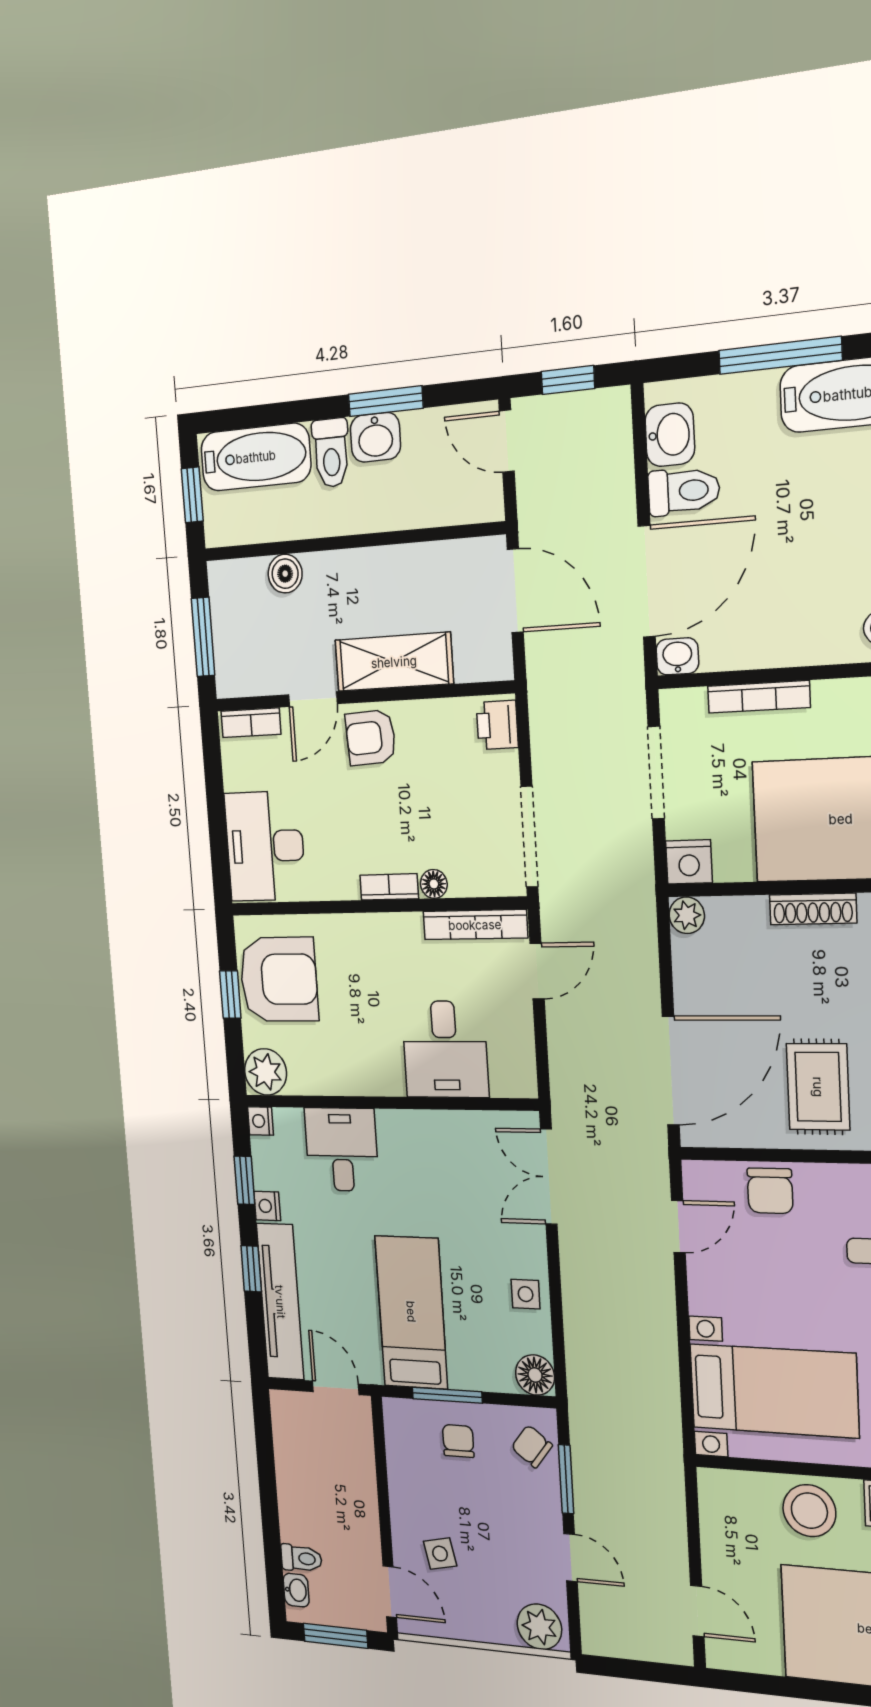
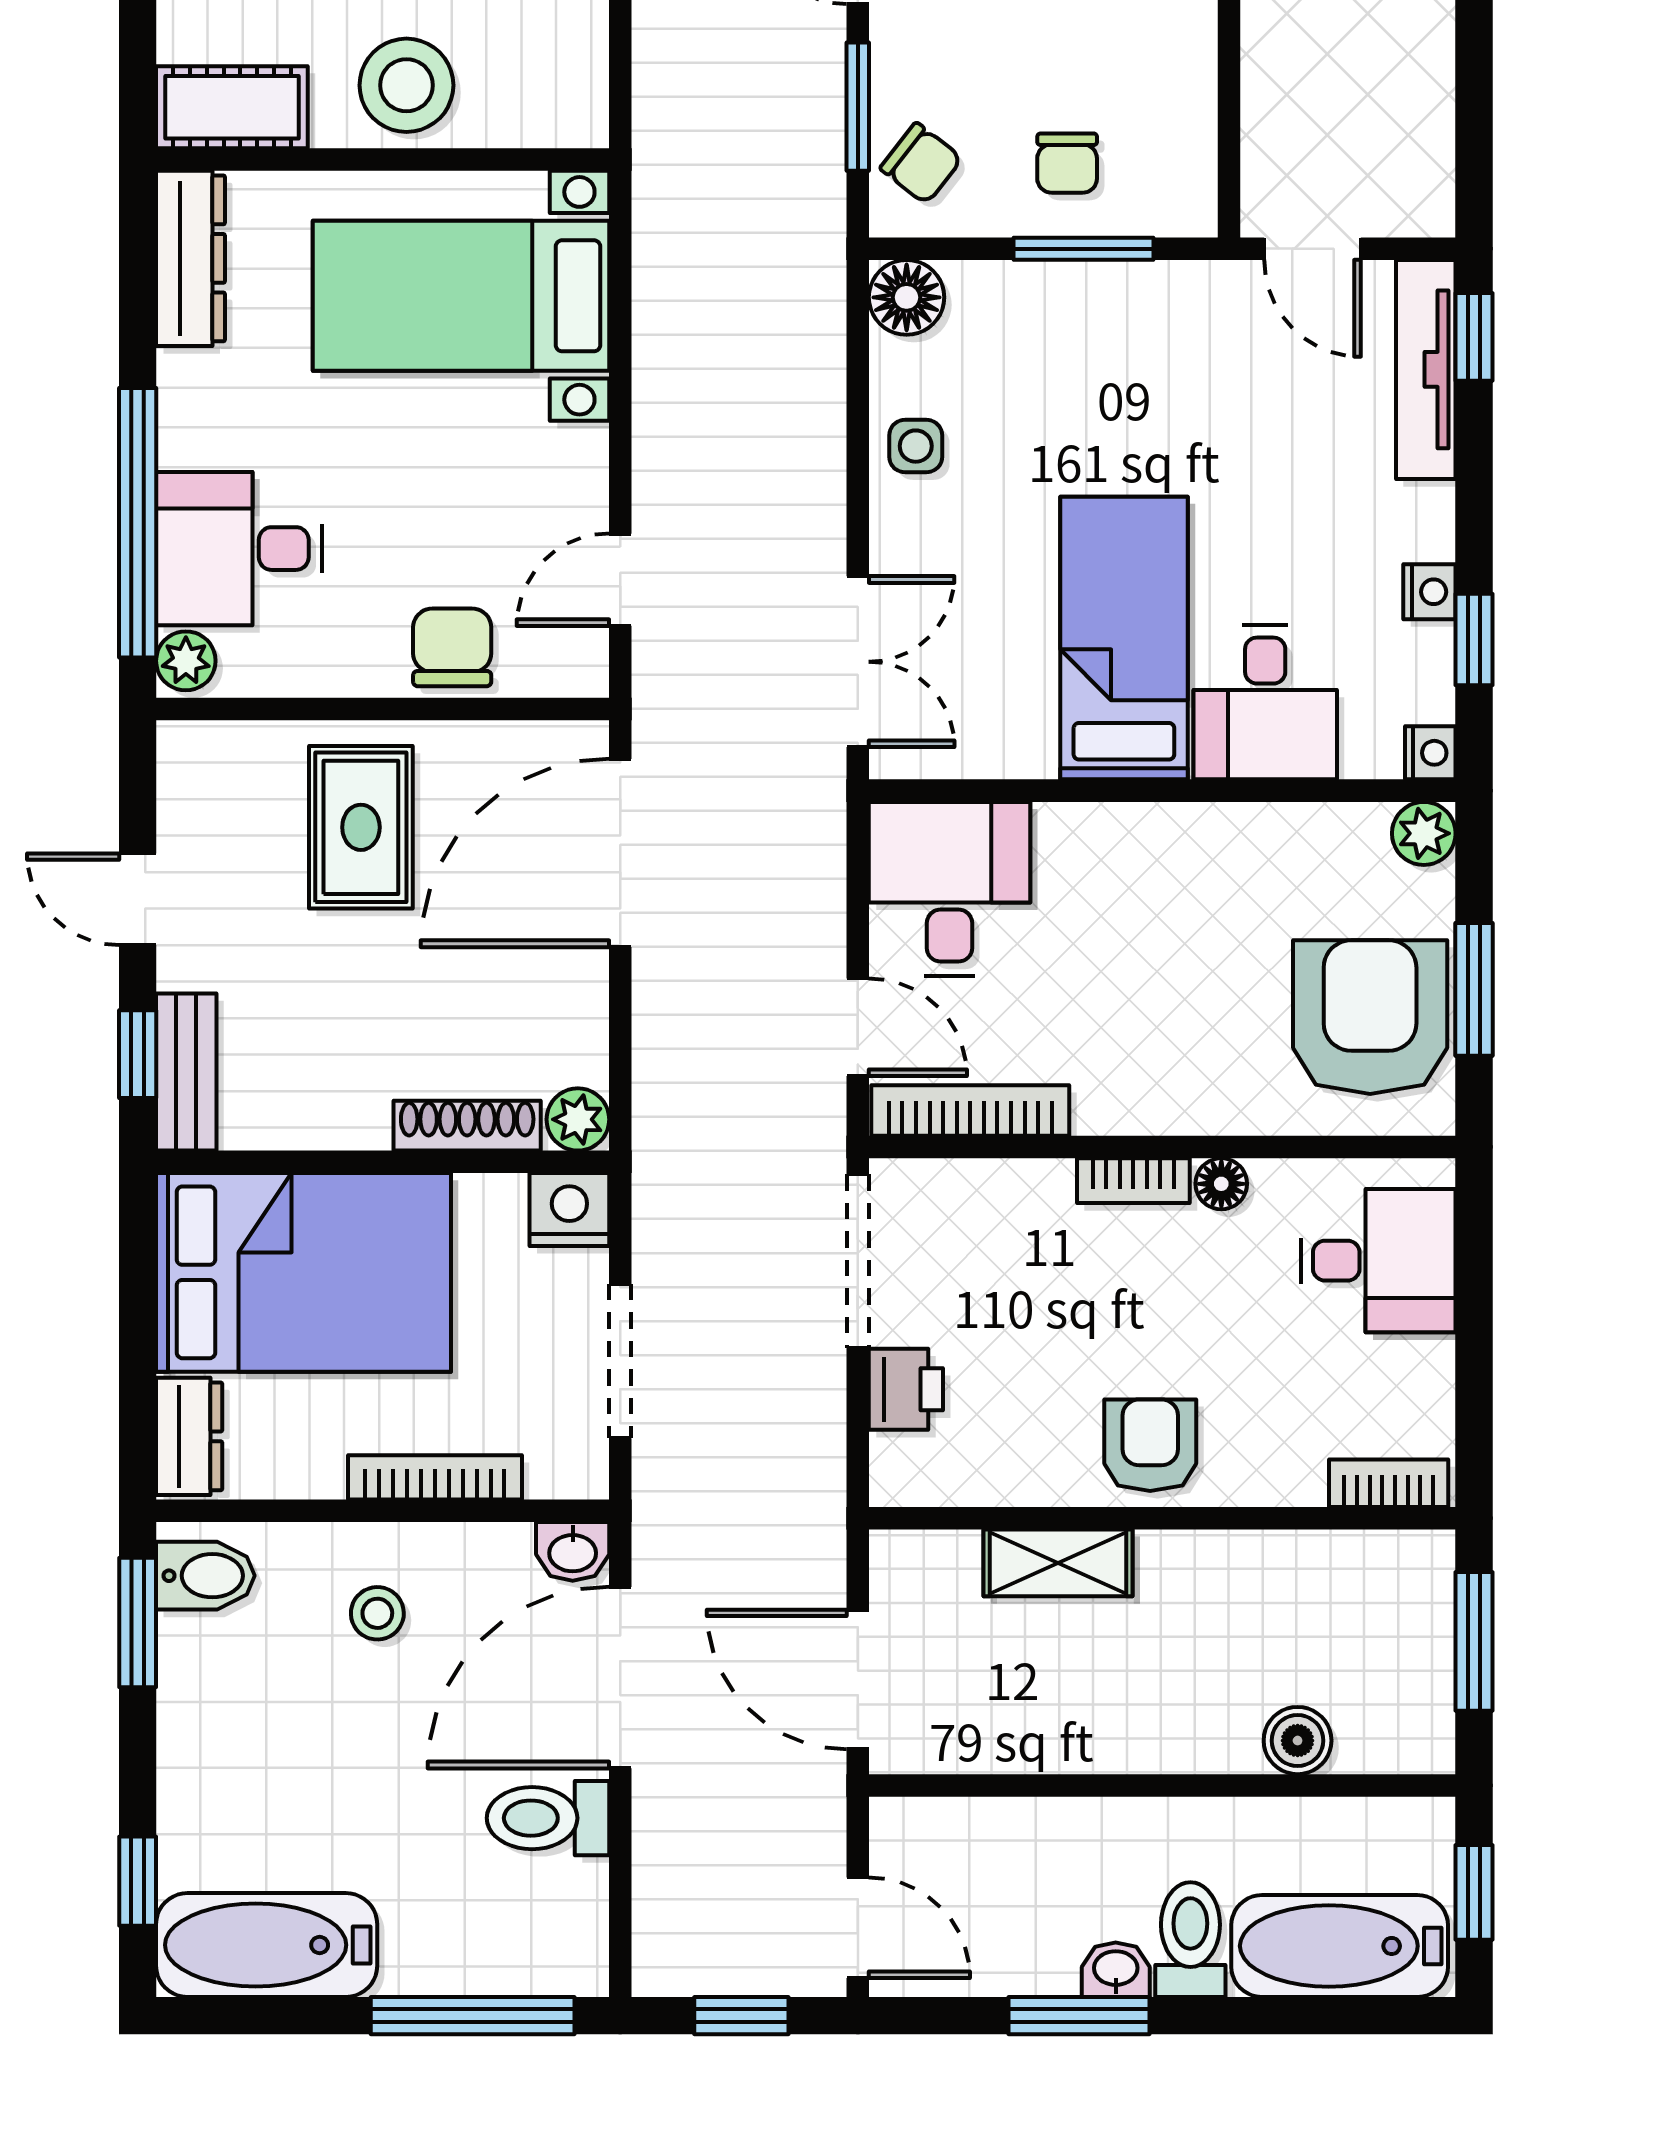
window: (780, 355) -> (473, 2016), moved
washbasin: (670, 435) -> (568, 1910), removed
washbasin: (375, 437) -> (1116, 1970), width x0.72, depth x0.69
stool: (789, 610) -> (377, 1613), added
shelving: (394, 662) -> (1058, 1563), width x0.67, depth x0.75
door: (313, 699) -> (1260, 1518), removed
printer: (497, 725) -> (906, 1389), moved
armchair: (371, 738) -> (1150, 1445), turned -87
desk: (265, 846) -> (1378, 1261), width x0.73
floor lamp: (434, 884) -> (1221, 1184), moved
shoe rack: (813, 909) -> (467, 1126), moved
door: (537, 971) -> (858, 1027), swing flipped
armchair: (279, 979) -> (1370, 1017), turned 90
window: (230, 995) -> (1474, 989), width x1.50
desk: (445, 1049) -> (950, 889), moved
plant: (266, 1072) -> (1424, 833), width x0.73, depth x0.73
window: (251, 1269) -> (1474, 337), moved
tv unit: (280, 1302) -> (1426, 369), width x0.73, depth x0.78
bed: (411, 1312) -> (1124, 638), moved, turned 180

